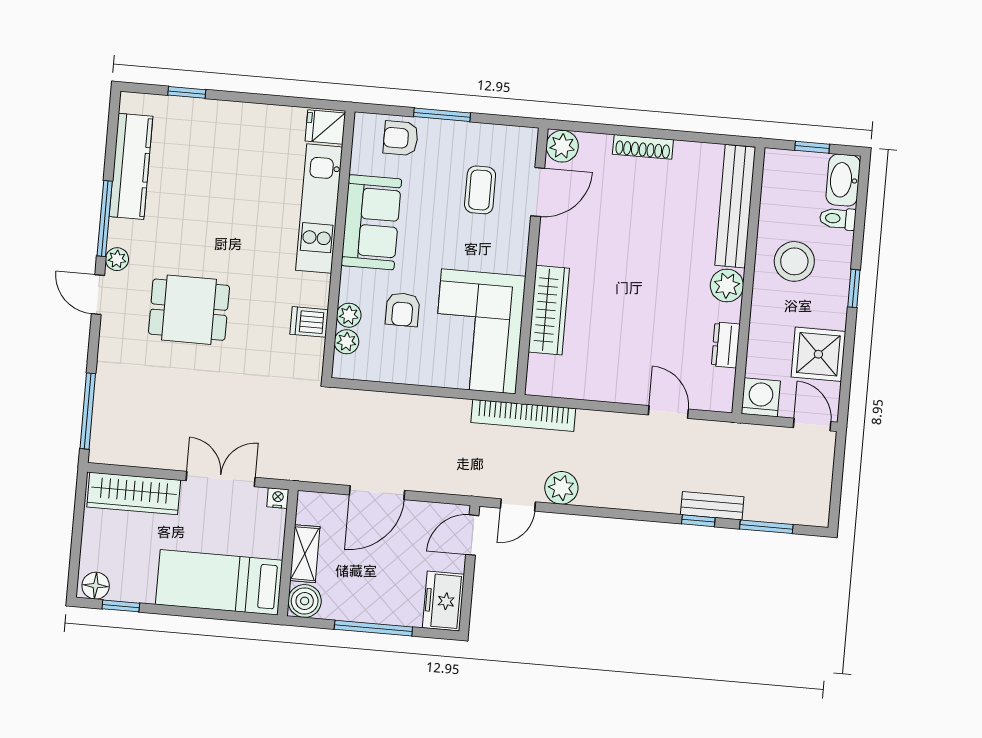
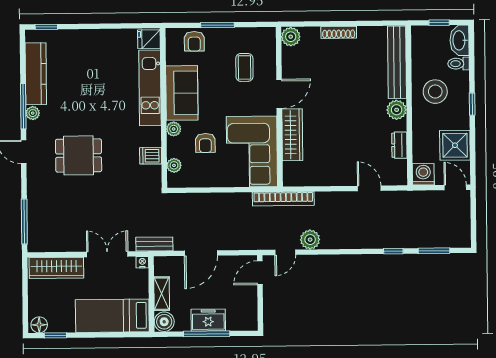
window: (187, 92) -> (46, 27), moved
armchair: (401, 138) -> (194, 41), turned -90
door: (538, 192) -> (279, 94), moved
plant: (117, 259) -> (33, 113), moved
plant: (349, 315) -> (174, 129), moved
bench: (712, 506) -> (154, 244), moved
freezer: (443, 601) -> (208, 320), moved, turned 90

